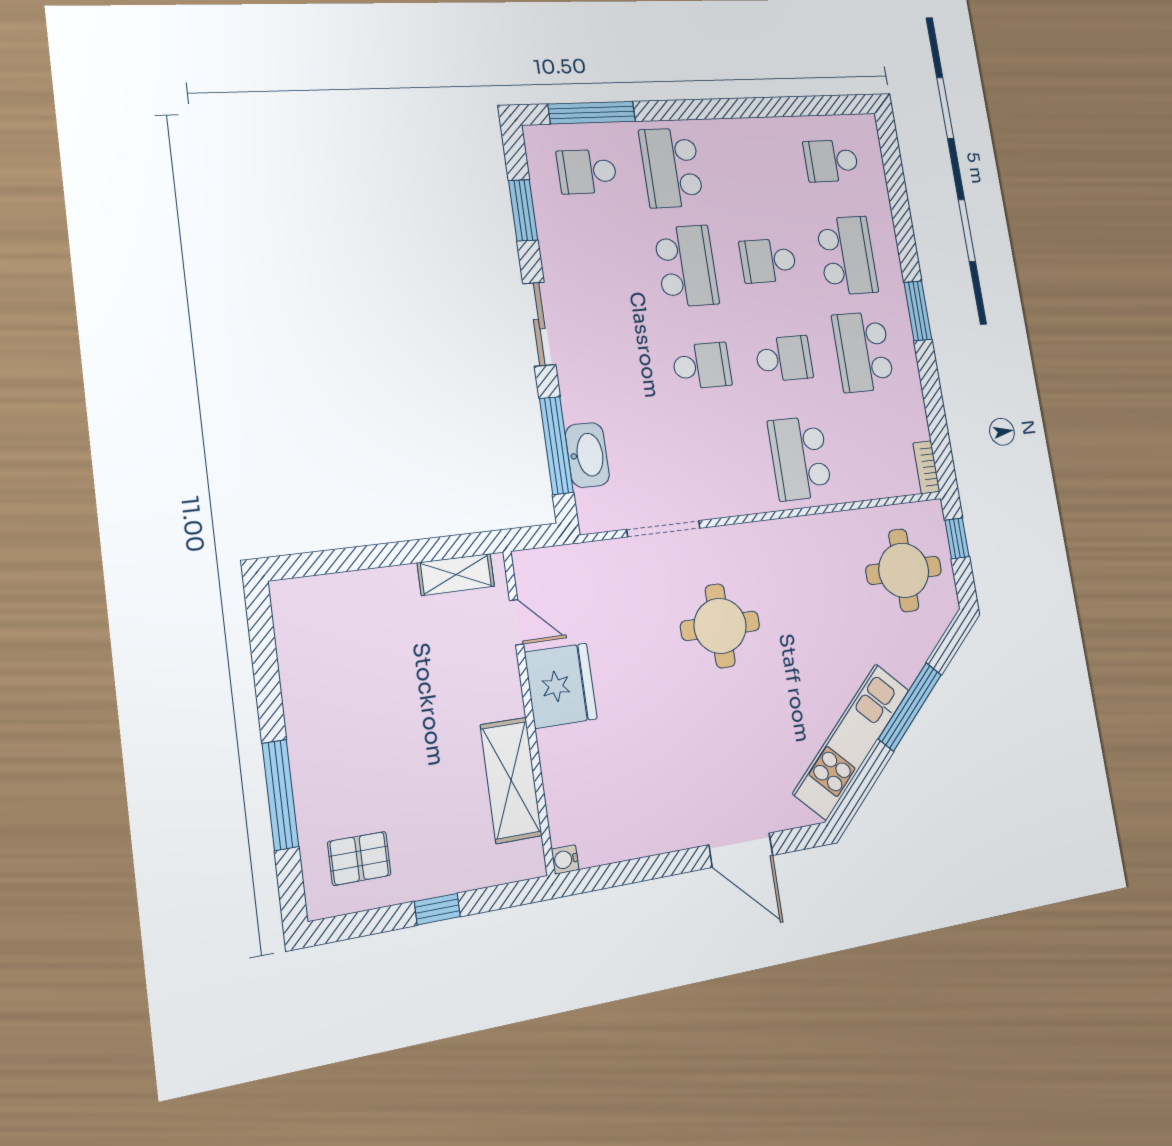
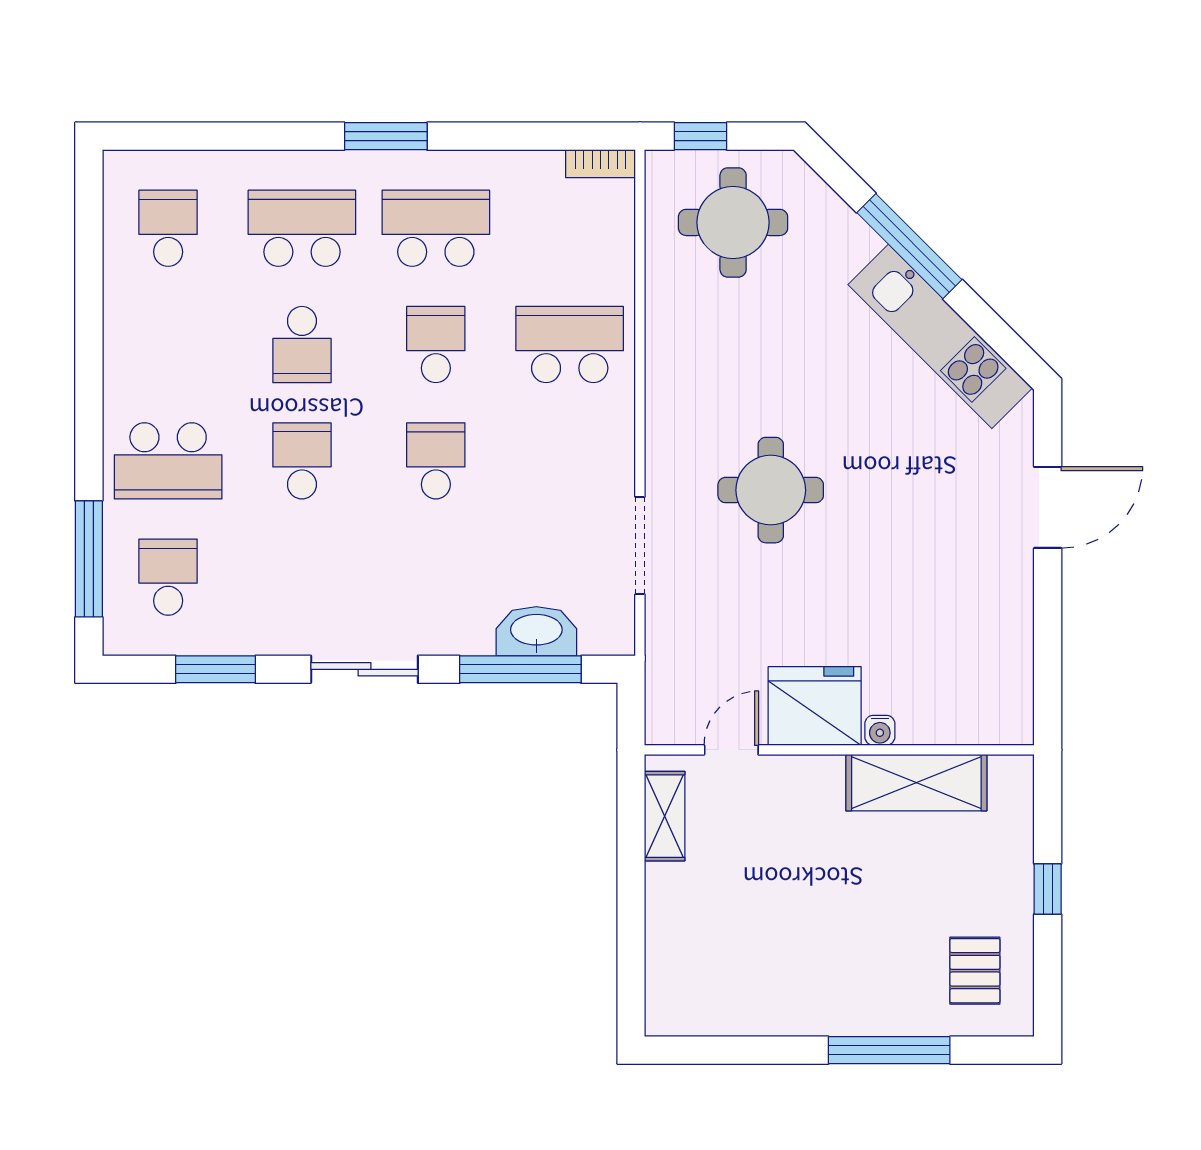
school desk: (831, 161) -> (168, 228), turned 180
school desk: (587, 172) -> (168, 577), turned 180
school desk: (686, 266) -> (302, 461), width x0.54
school desk: (863, 352) -> (436, 228), turned 180
school desk: (800, 458) -> (570, 345), turned 180
water cooler: (565, 859) -> (880, 730), moved

